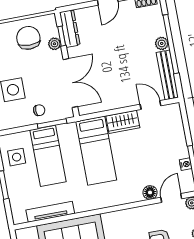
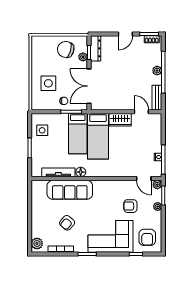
chair: (28, 38) -> (66, 49), turned -74
bench: (167, 75) -> (157, 98), width x0.73
double door: (70, 83) -> (89, 86), swing flipped
bed: (48, 156) -> (78, 134), moved
floor lamp: (150, 192) -> (81, 172), moved
door: (171, 198) -> (144, 179), swing flipped

